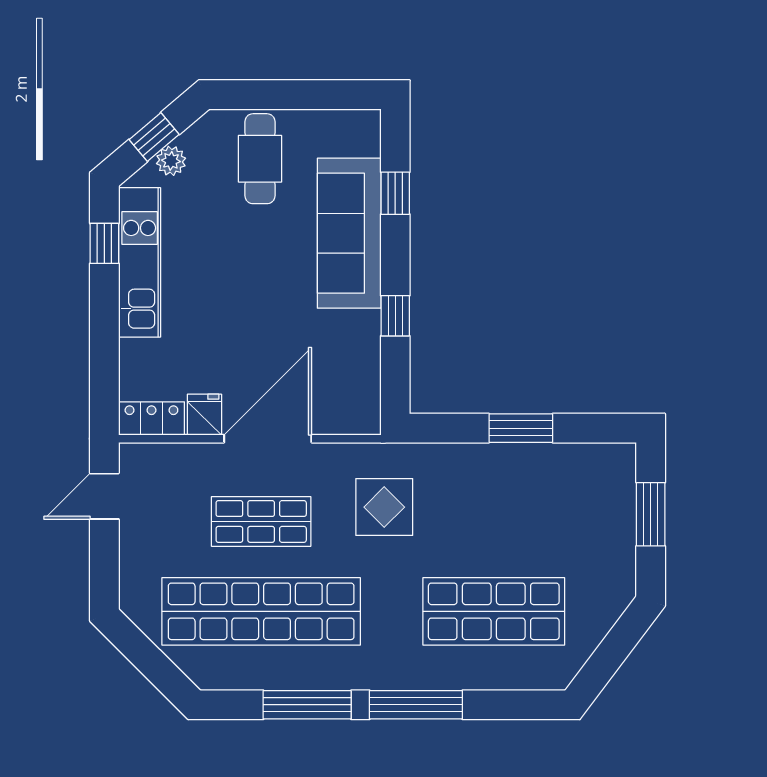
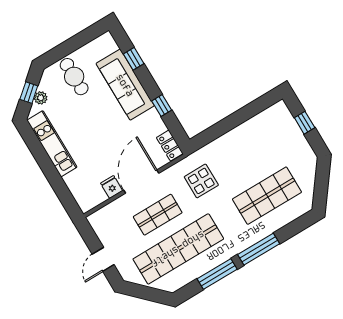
window: (104, 243) -> (34, 145), removed
locker: (151, 419) -> (170, 146), moved, turned -90
window: (521, 428) -> (235, 120), removed
door: (104, 496) -> (103, 259), moved
window: (651, 514) -> (305, 123), width x0.67

